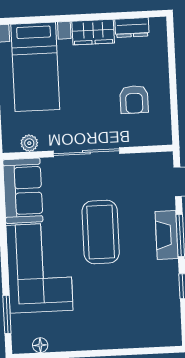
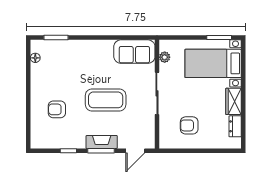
corner sofa: (39, 268) -> (85, 60), removed
armchair: (119, 307) -> (57, 109), added

